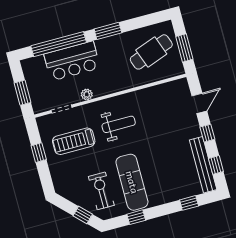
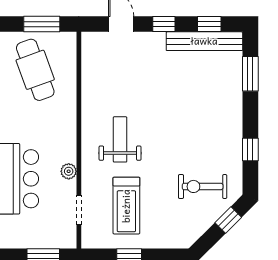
exercise mat: (132, 182) -> (202, 143), removed
window: (189, 203) -> (250, 74), width x1.50

